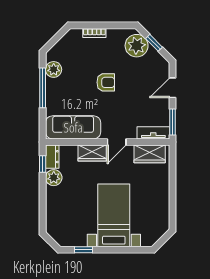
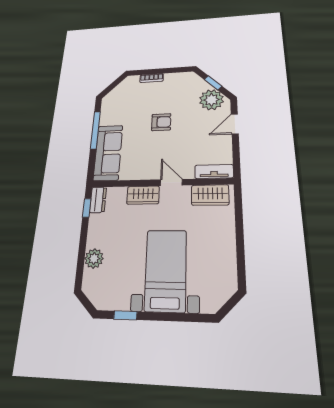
plant: (137, 46) -> (211, 100), moved
plant: (54, 69) -> (108, 113), removed
window: (173, 122) -> (236, 159), removed
sofa: (73, 127) -> (108, 153), moved, turned 90
door: (117, 142) -> (171, 182), swing flipped
plant: (54, 178) -> (94, 258), moved

